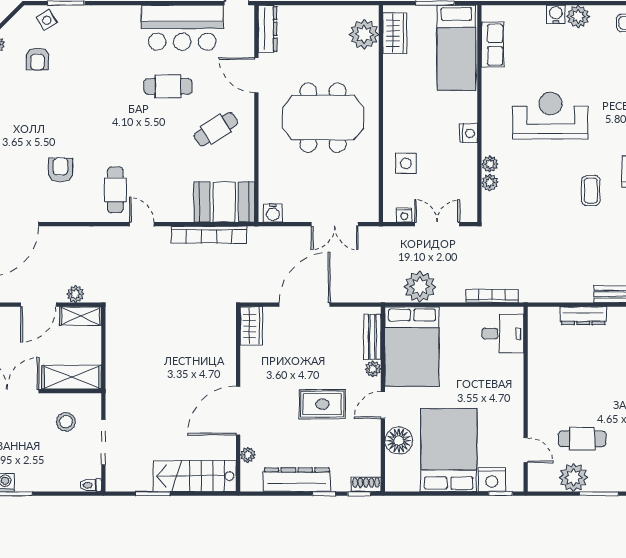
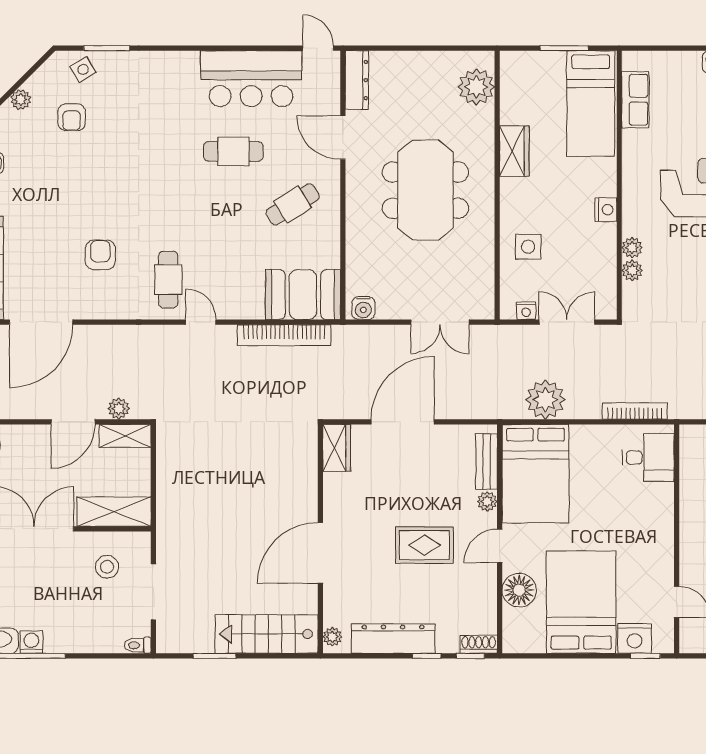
wardrobe: (395, 33) -> (514, 151), moved
meeting table: (323, 118) -> (425, 190), turned 90
plant: (248, 455) -> (332, 637), moved

